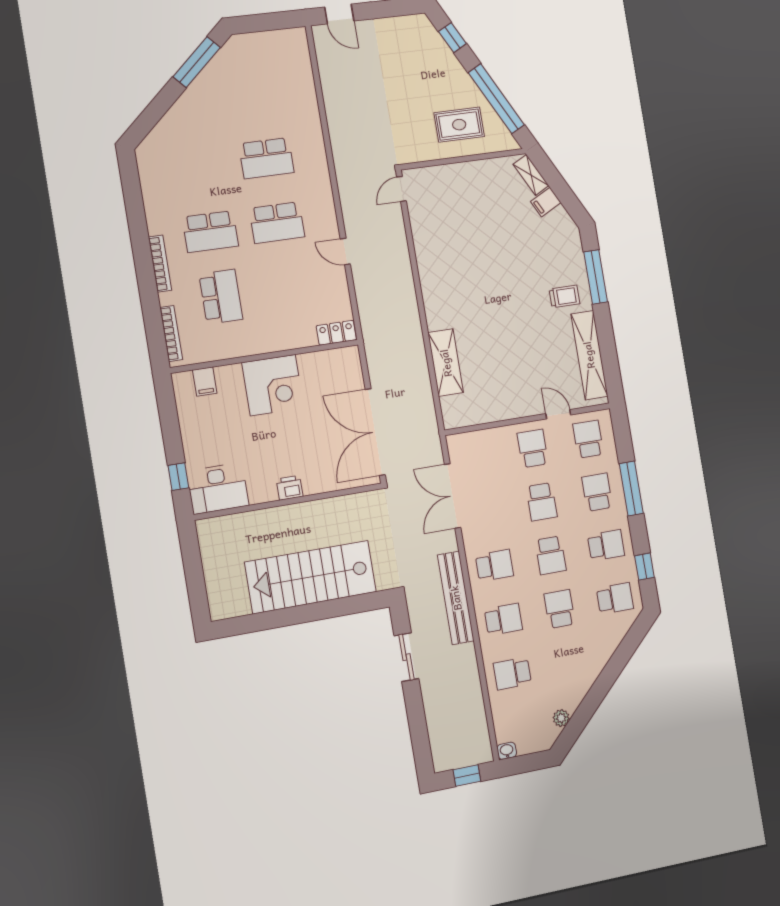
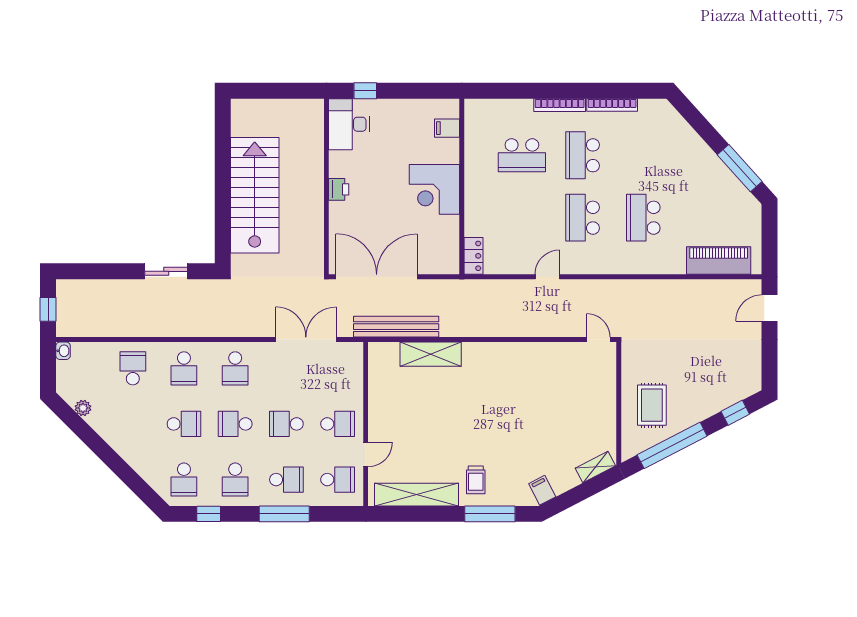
piano: (299, 73) -> (719, 261), added
filing cabinet: (546, 202) -> (542, 490), moved
bookcase: (171, 334) -> (612, 105), moved
bench: (456, 598) -> (396, 327), moved

